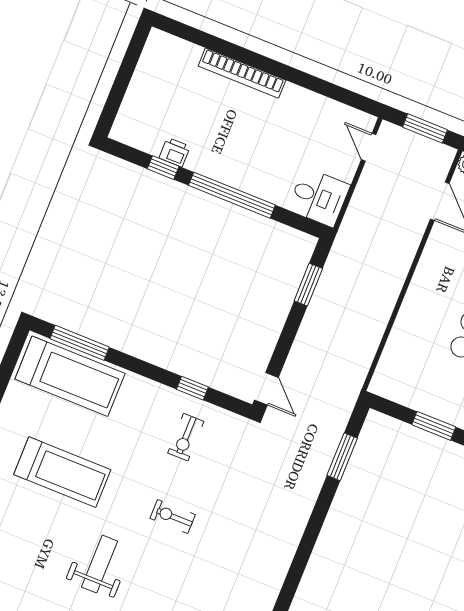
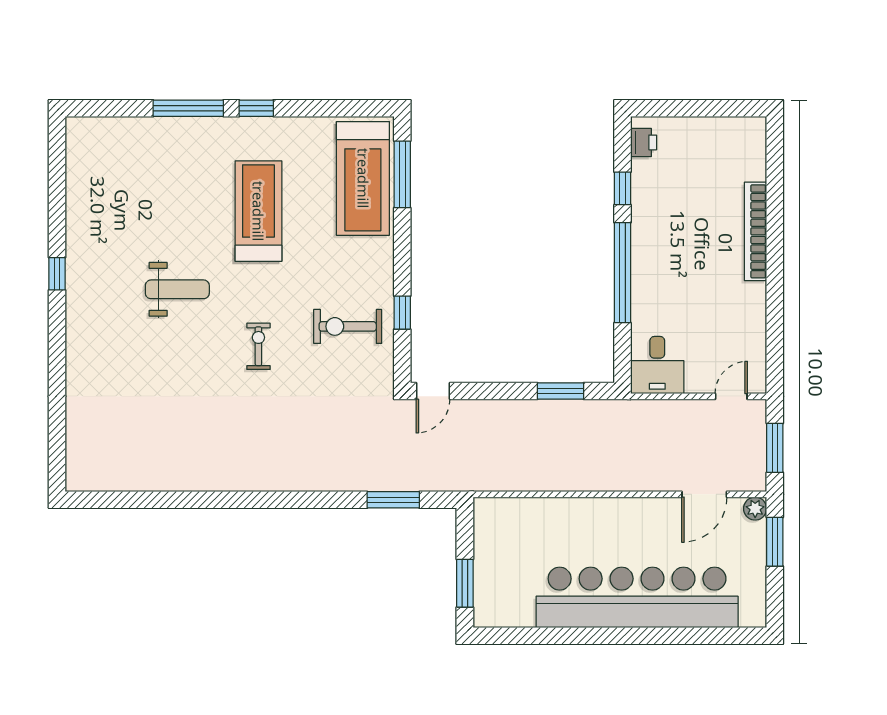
printer: (175, 152) -> (644, 142), moved
exercise bike: (186, 437) -> (348, 326), width x1.38, depth x1.39
treadmill: (62, 472) -> (258, 211), turned 180

